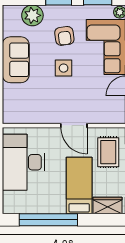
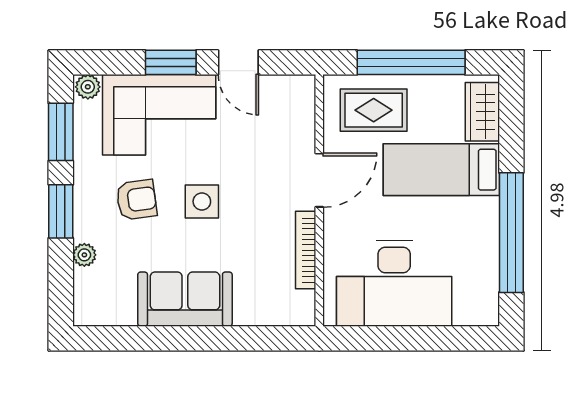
plant: (32, 15) -> (84, 255), width x0.53, depth x0.53
bookcase: (40, 119) -> (306, 250), added

